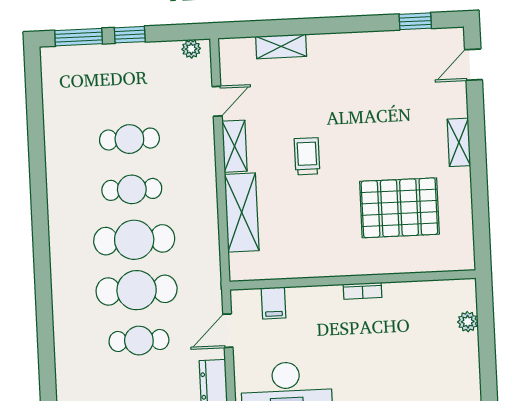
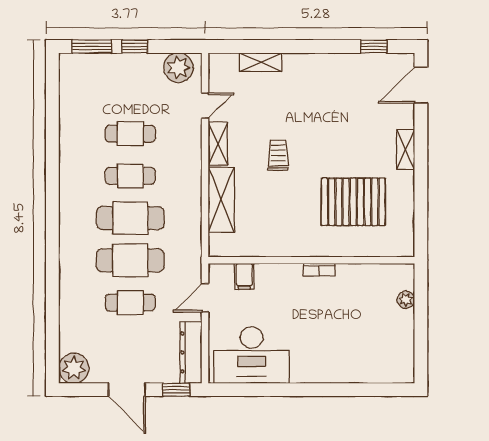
plant: (191, 49) -> (179, 68), width x1.88, depth x1.88
door: (473, 65) -> (421, 85), width x1.38

